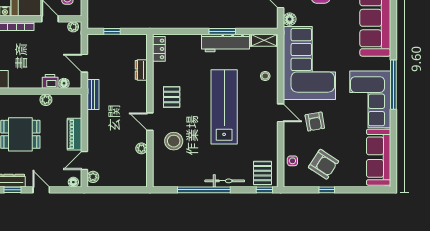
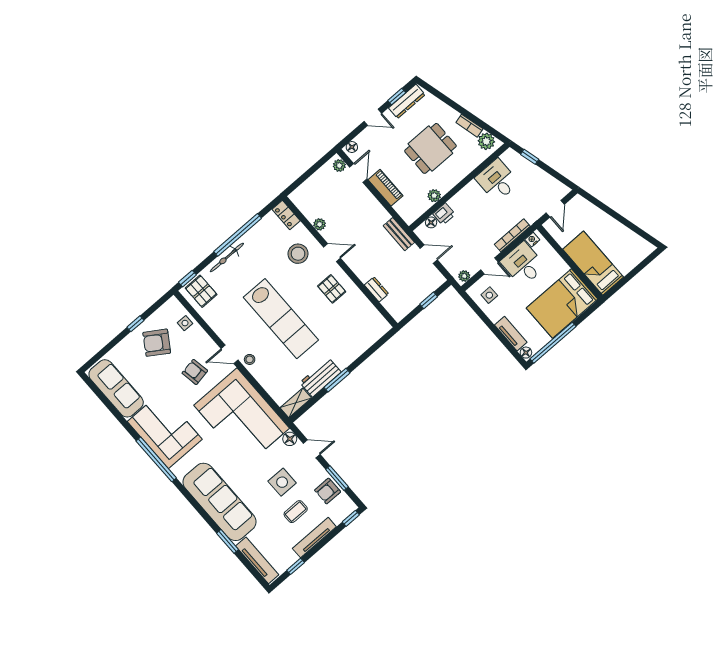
workbench: (225, 43) -> (320, 377), width x0.73
locker: (159, 49) -> (286, 215), moved
stool: (265, 76) -> (250, 359), moved

